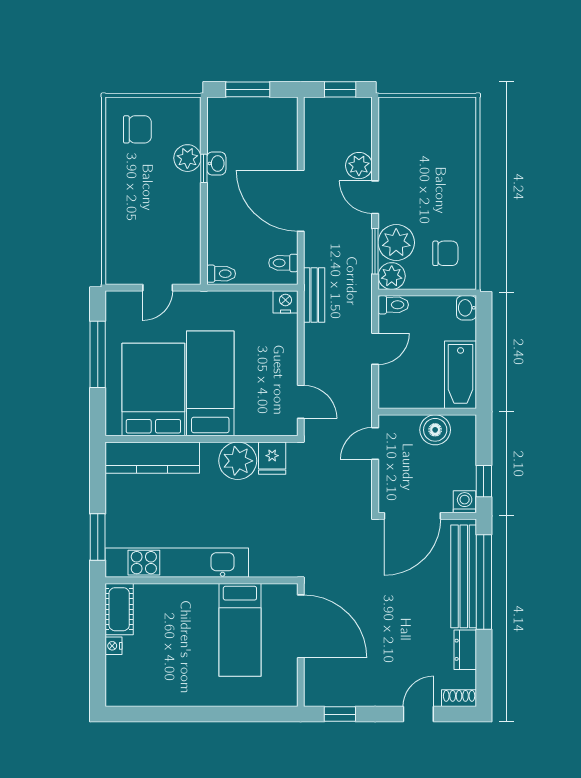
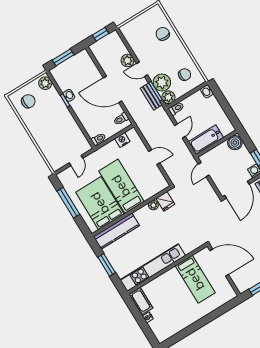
chair: (451, 157) -> (163, 34), added
plant: (187, 158) -> (45, 83), moved
bench: (314, 295) -> (151, 97), moved
nightstand: (285, 302) -> (122, 140), moved
bathtub: (461, 375) -> (206, 140), moved, turned 90
door: (301, 402) -> (154, 157), moved
boiler: (435, 430) -> (235, 143), moved
plant: (238, 461) -> (153, 205), width x0.53, depth x0.53
window: (98, 537) -> (107, 265), moved

